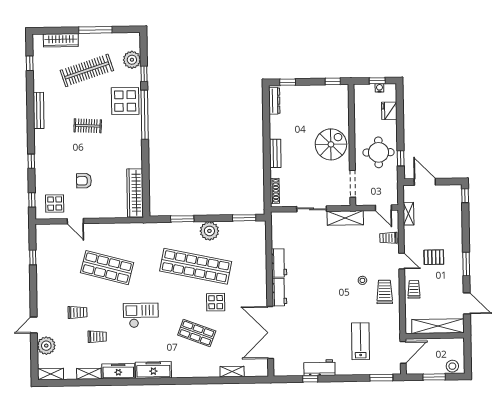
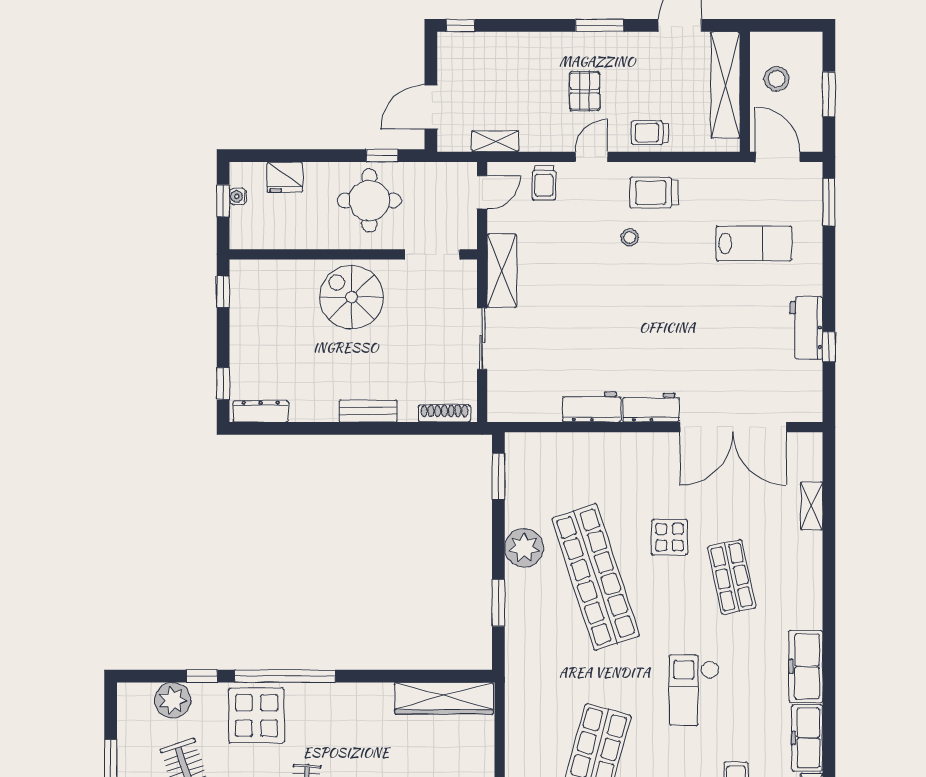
shop shelf: (196, 266) -> (596, 577), turned -30
shop shelf: (197, 333) -> (732, 577), turned -33
lab bench: (360, 341) -> (754, 243), turned 180
stool: (452, 366) -> (777, 79), moved

